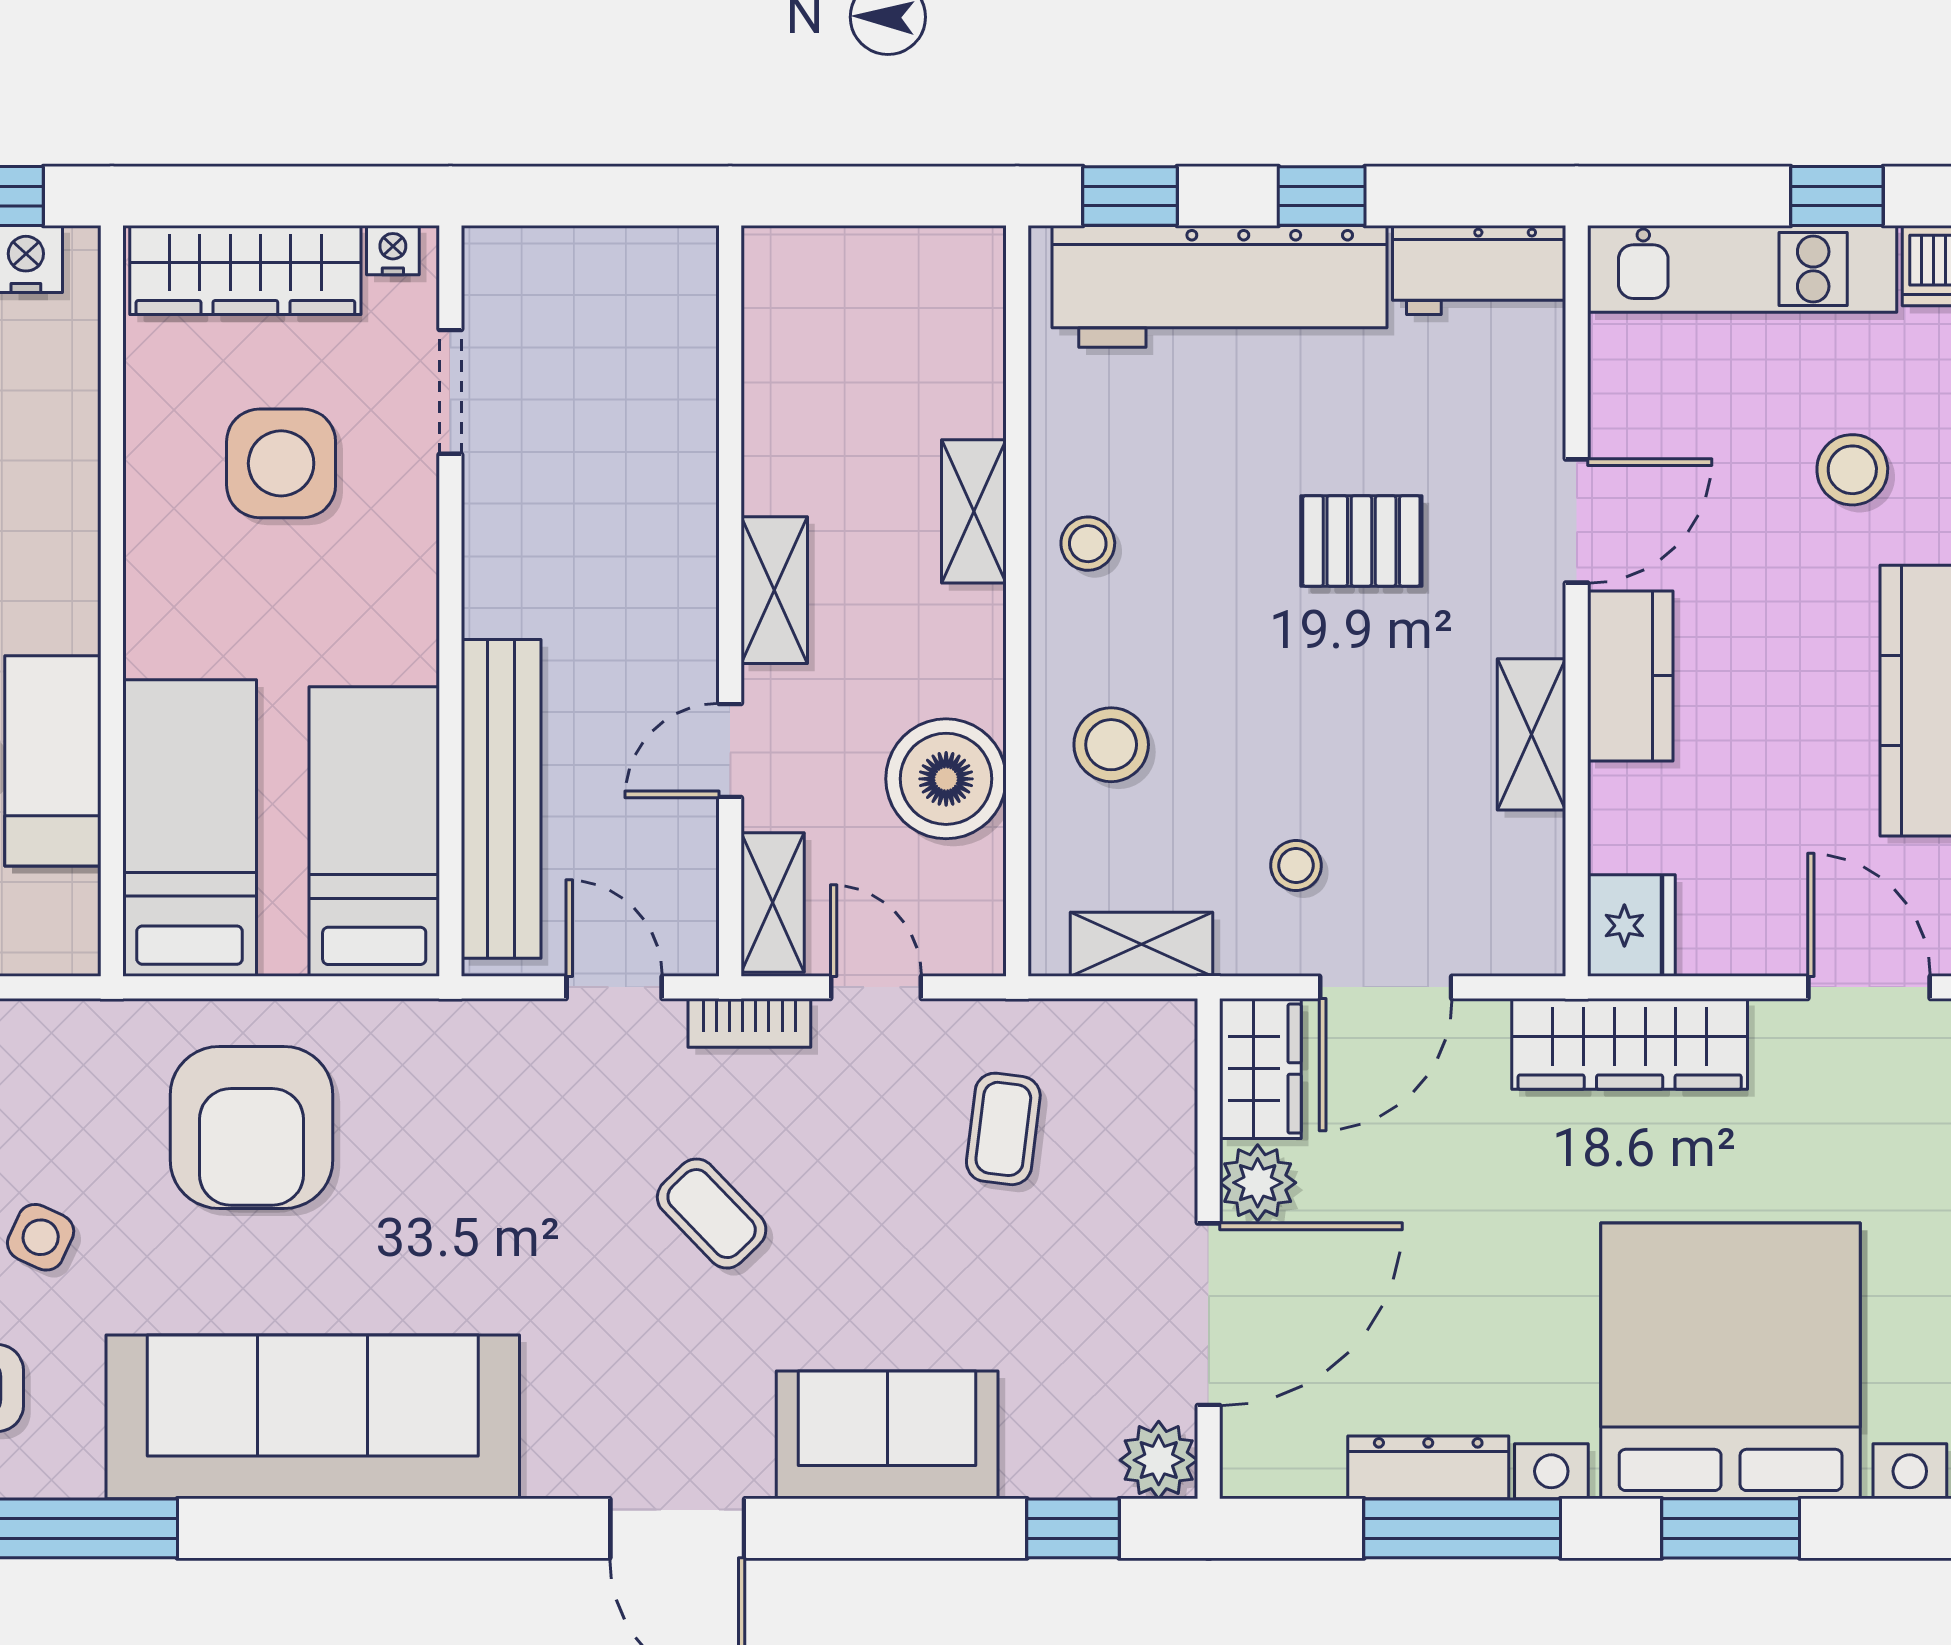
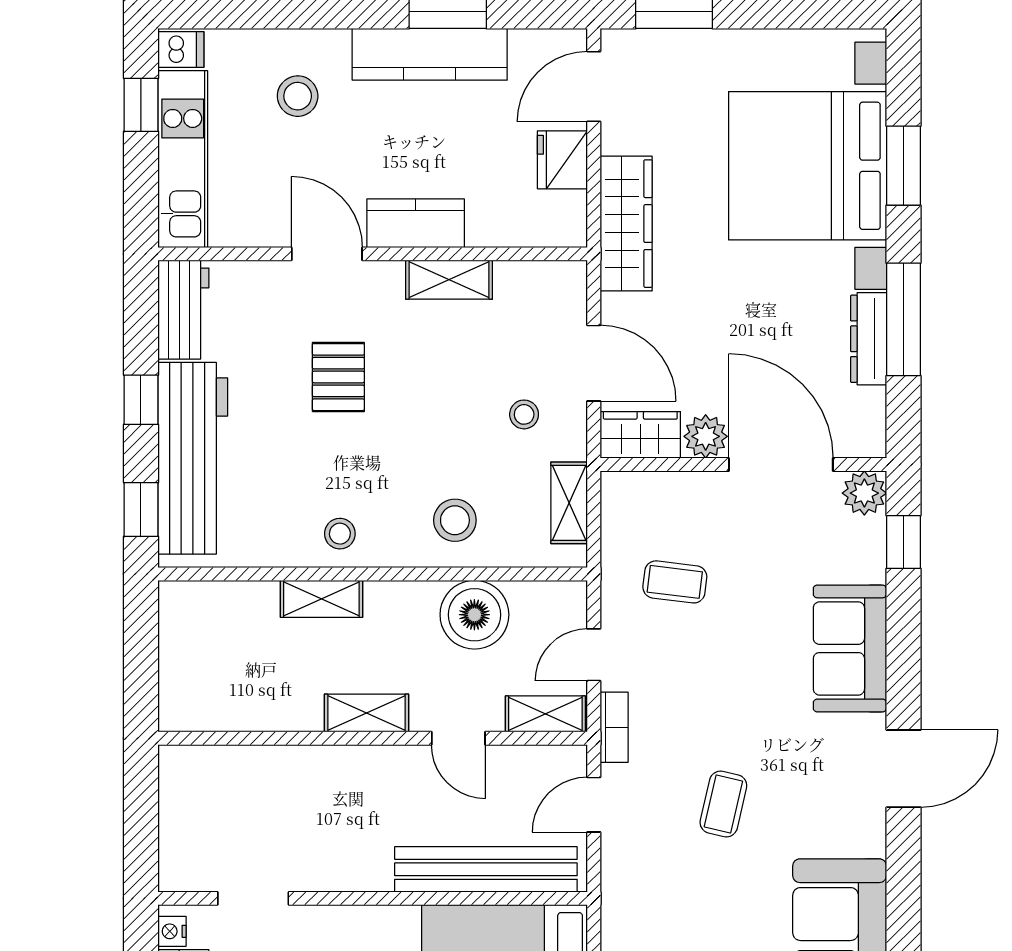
fridge: (1631, 926) -> (562, 160), moved, turned -90
coffee table: (712, 1214) -> (723, 804), moved, turned -33

